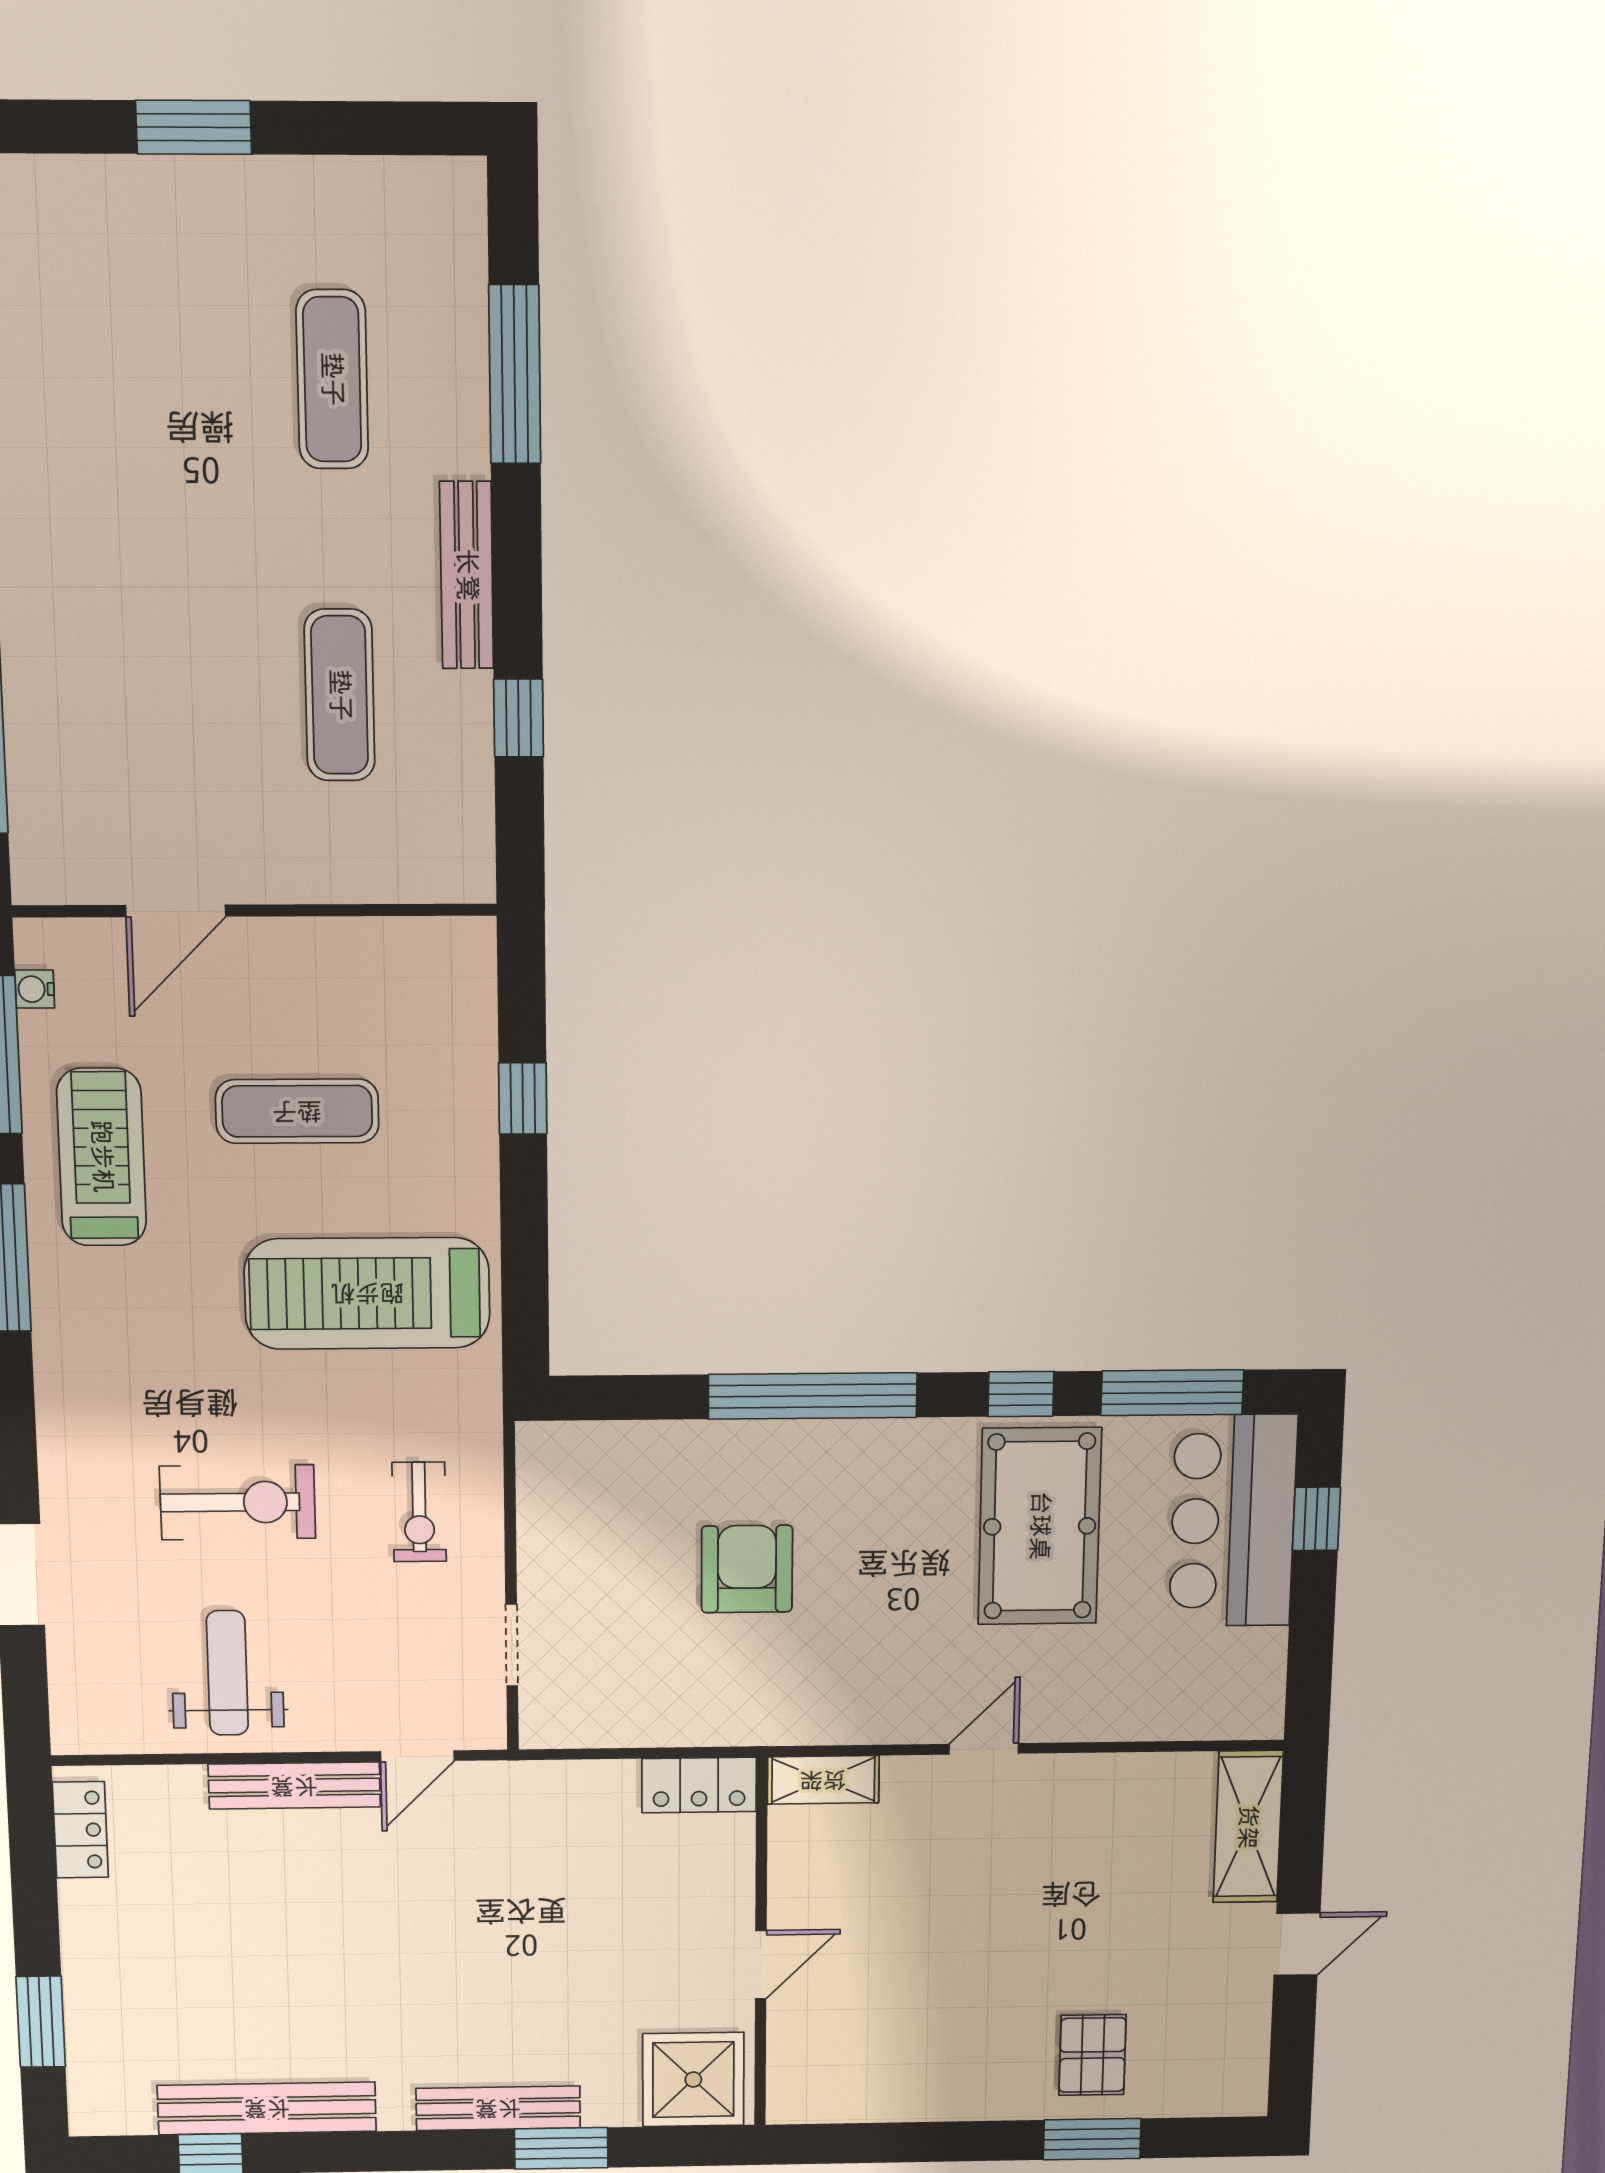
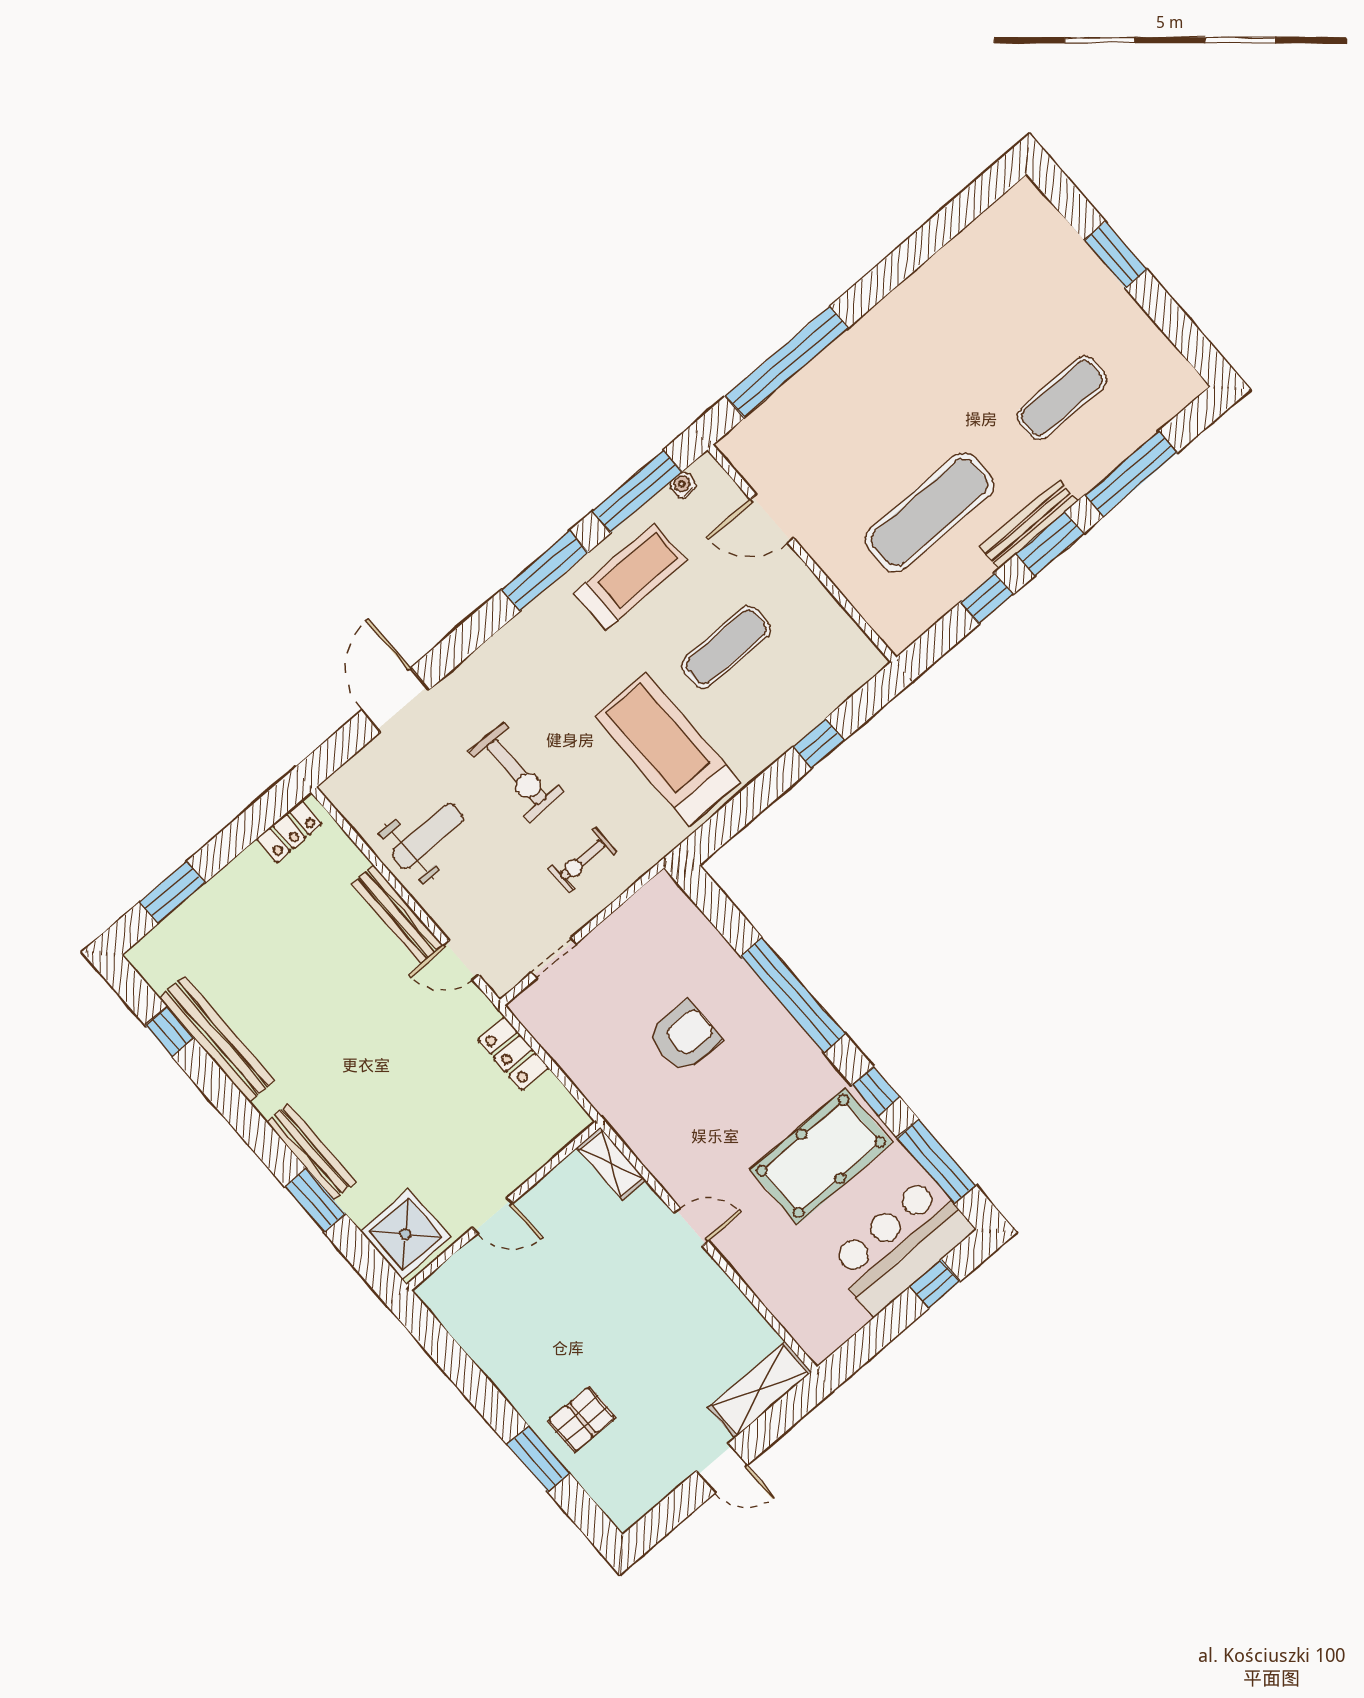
window: (517, 569) -> (1050, 544), added
exercise mat: (340, 695) -> (929, 512), width x1.36, depth x1.45
exercise mat: (297, 1111) -> (726, 647), turned 90
locker: (699, 1785) -> (513, 1054), moved

